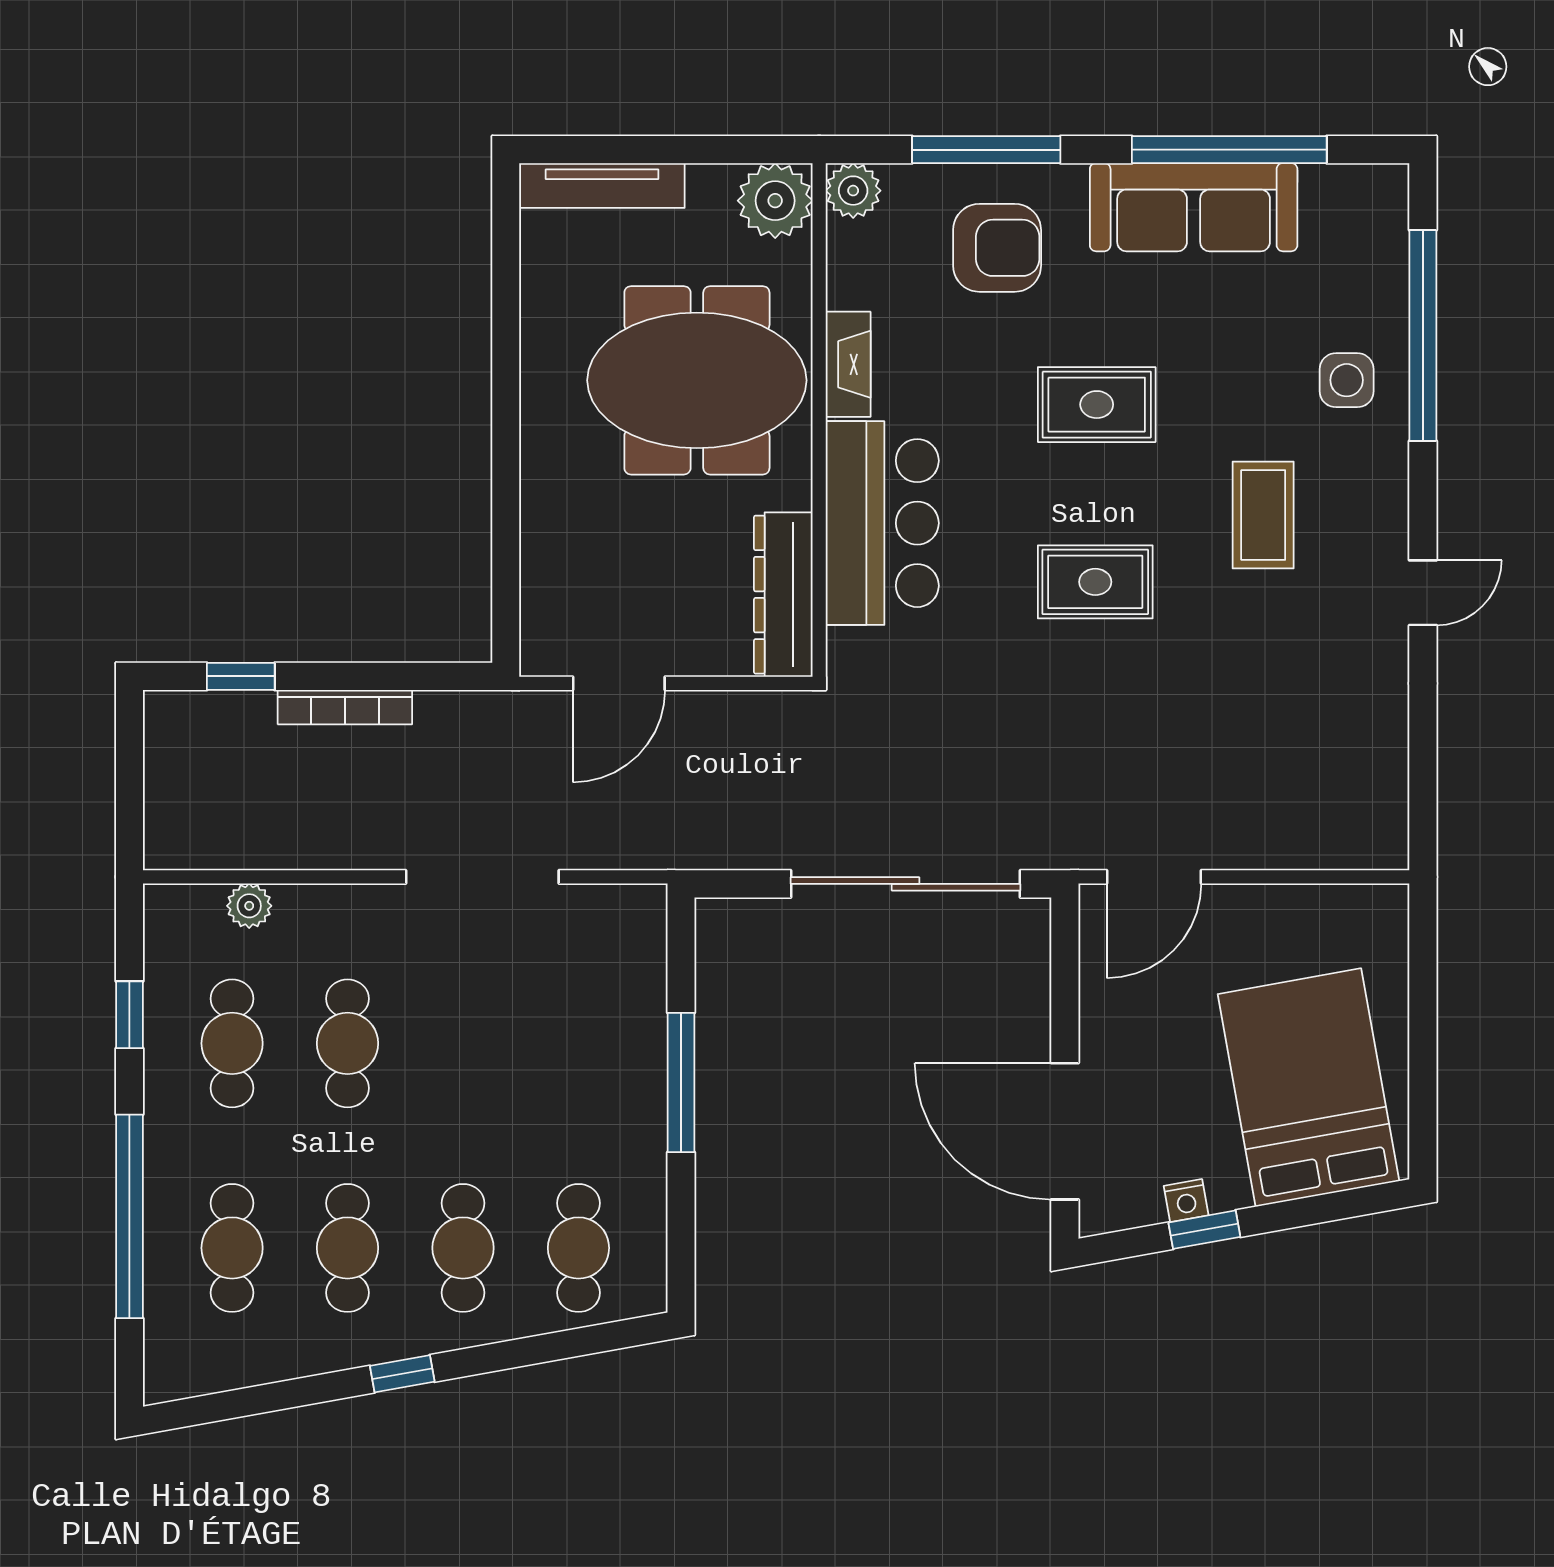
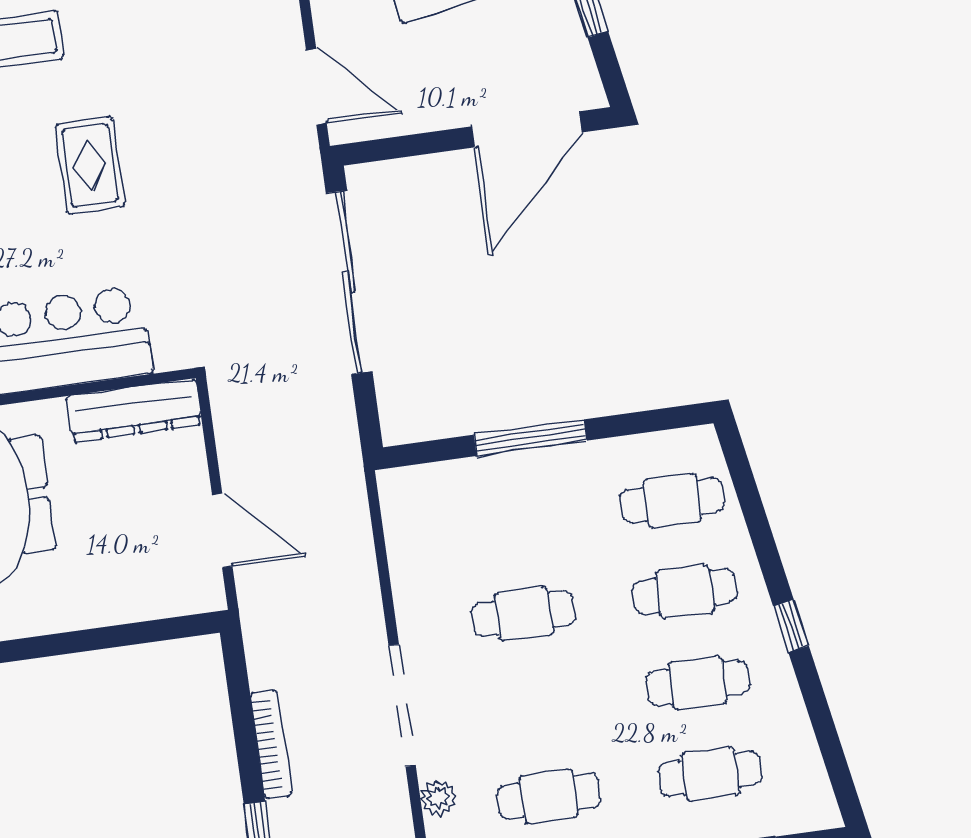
doorway: (482, 877) -> (402, 706), moved
cafe table: (348, 1043) -> (523, 614), moved
nightstand: (1186, 1201) -> (568, 26), removed

